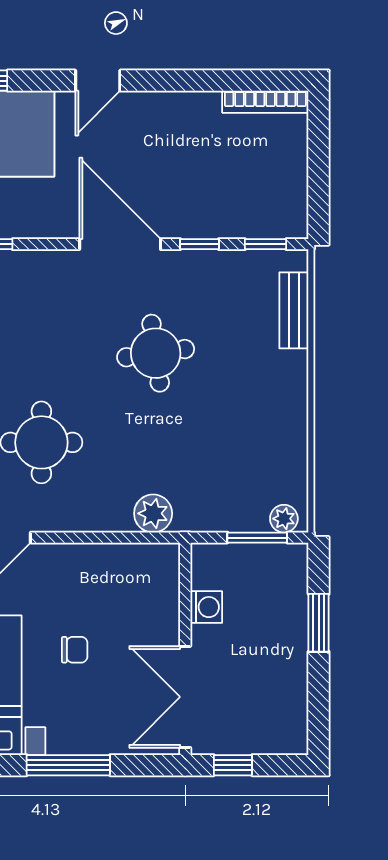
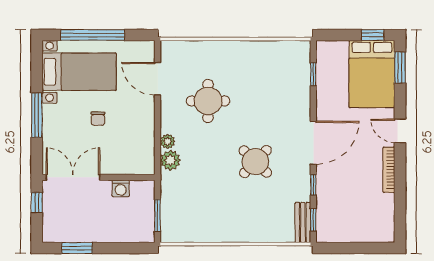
bookcase: (265, 102) -> (389, 170), moved
bench: (294, 310) -> (303, 222), moved, turned 90
round table: (156, 353) -> (255, 162), turned -38
plant: (284, 519) -> (168, 141), moved
window: (319, 623) -> (77, 248), moved

